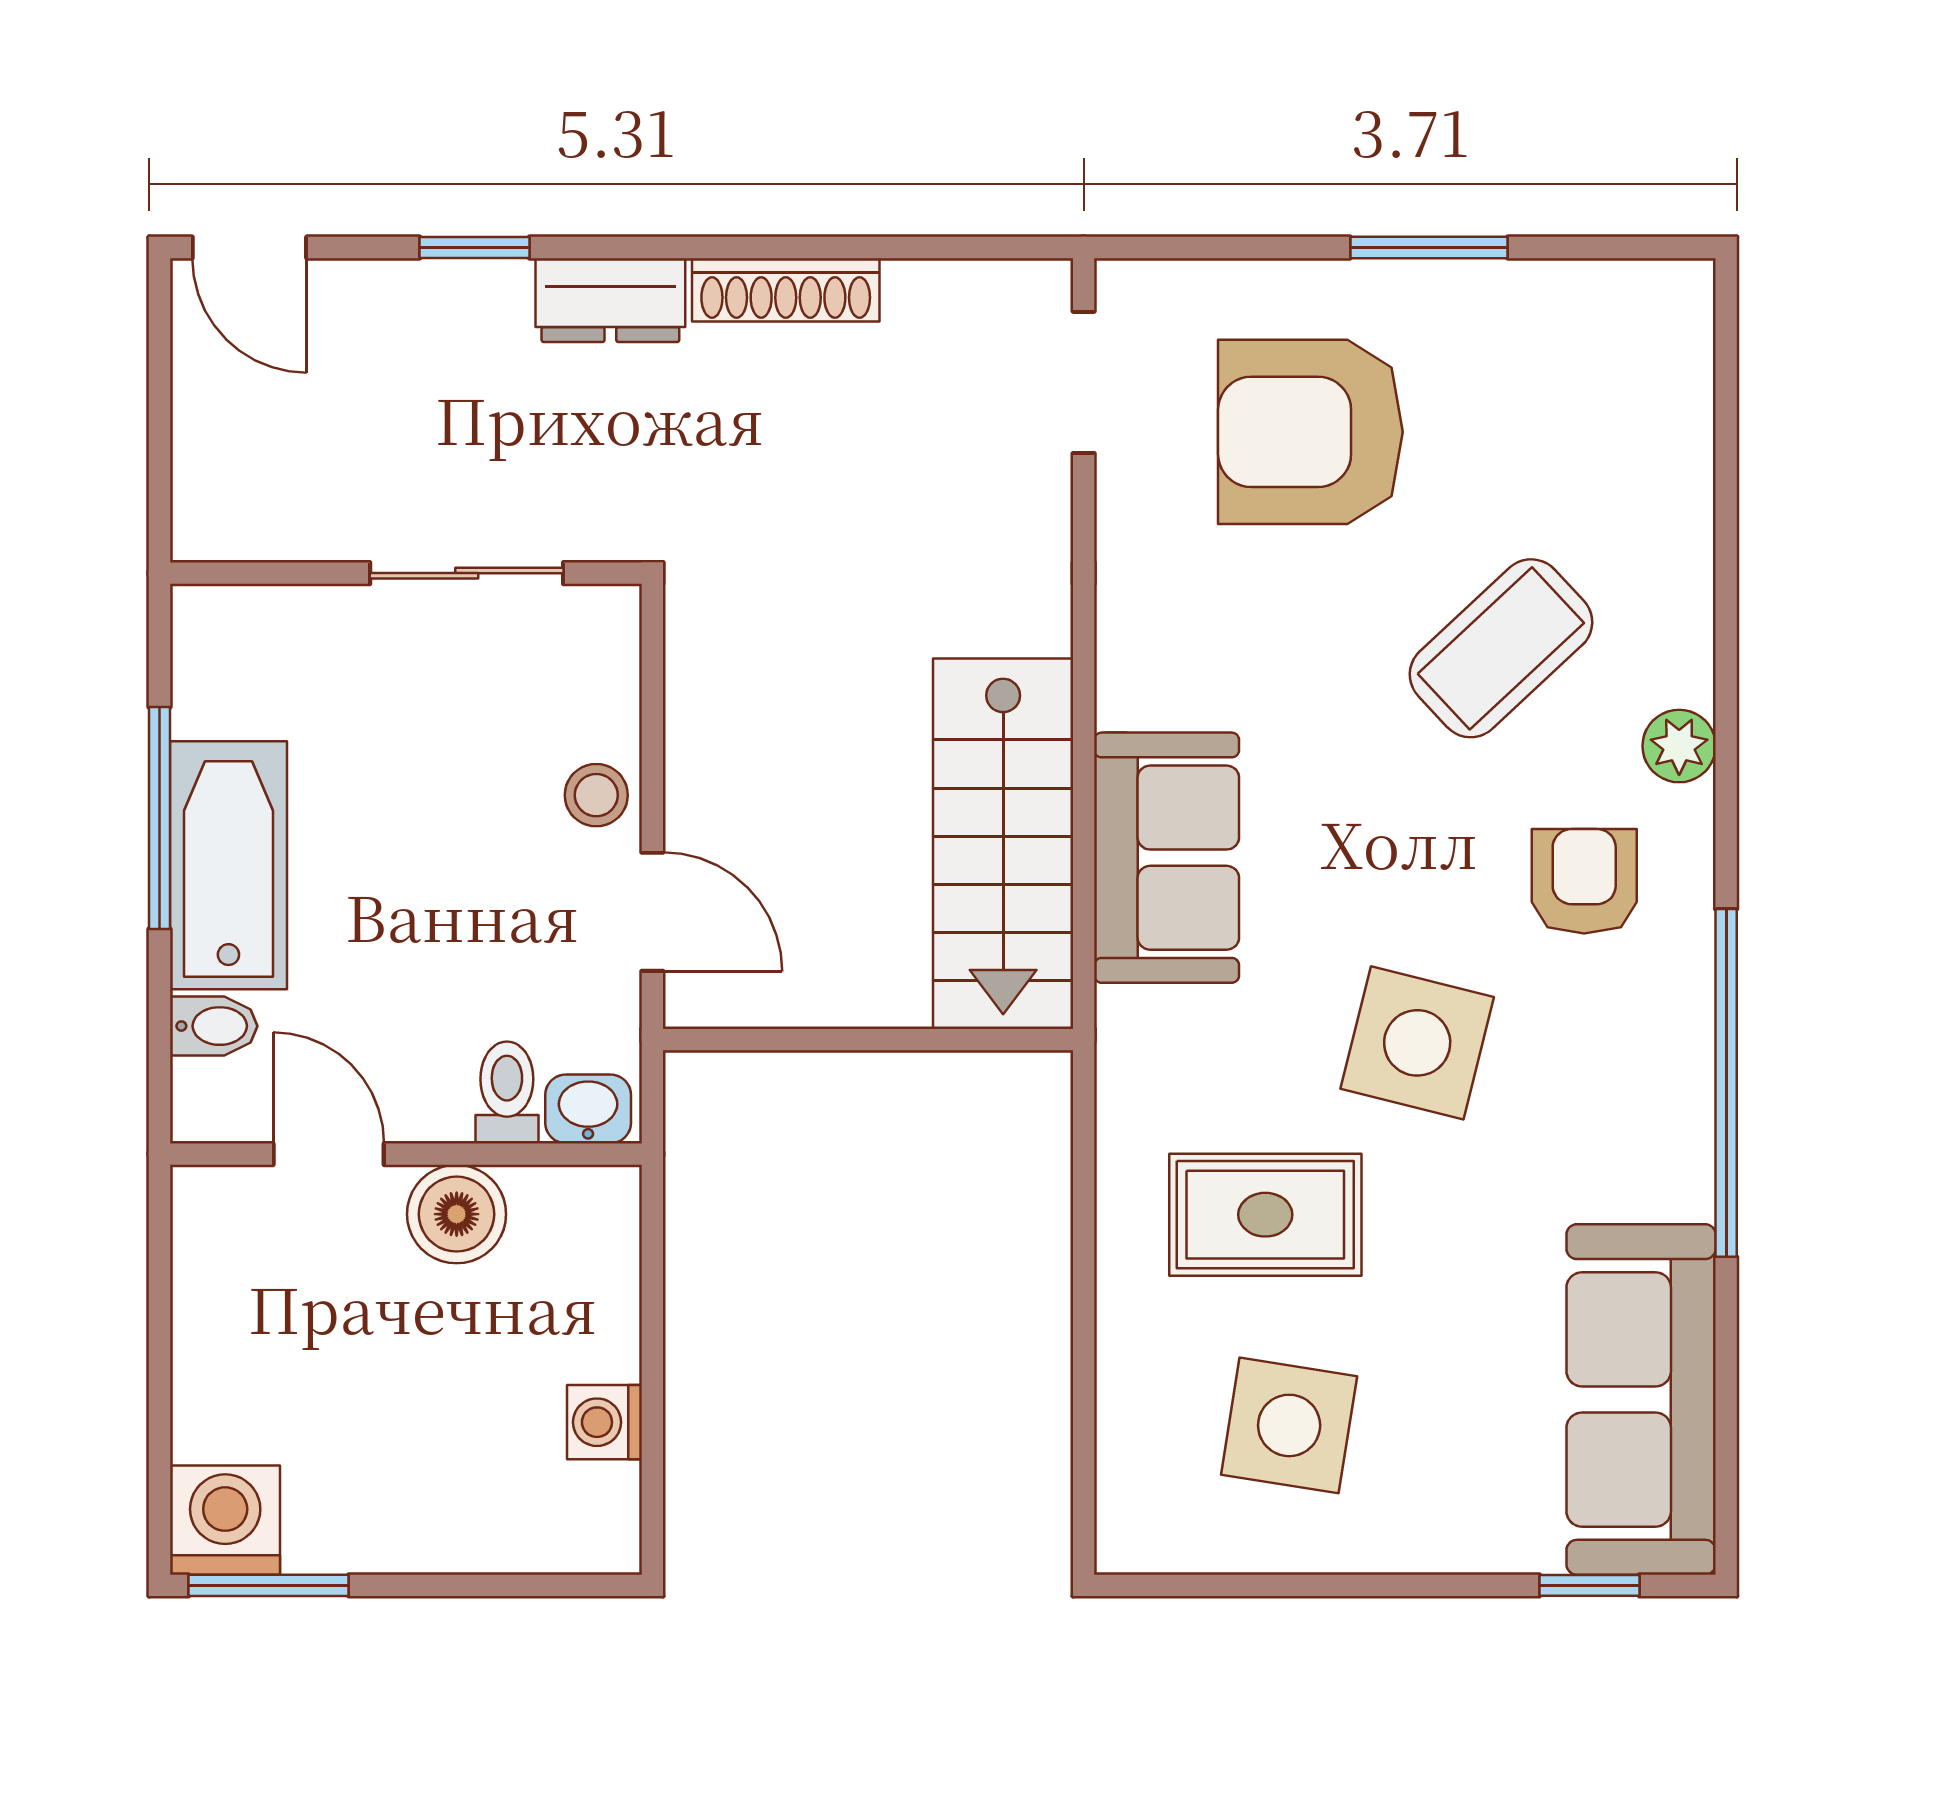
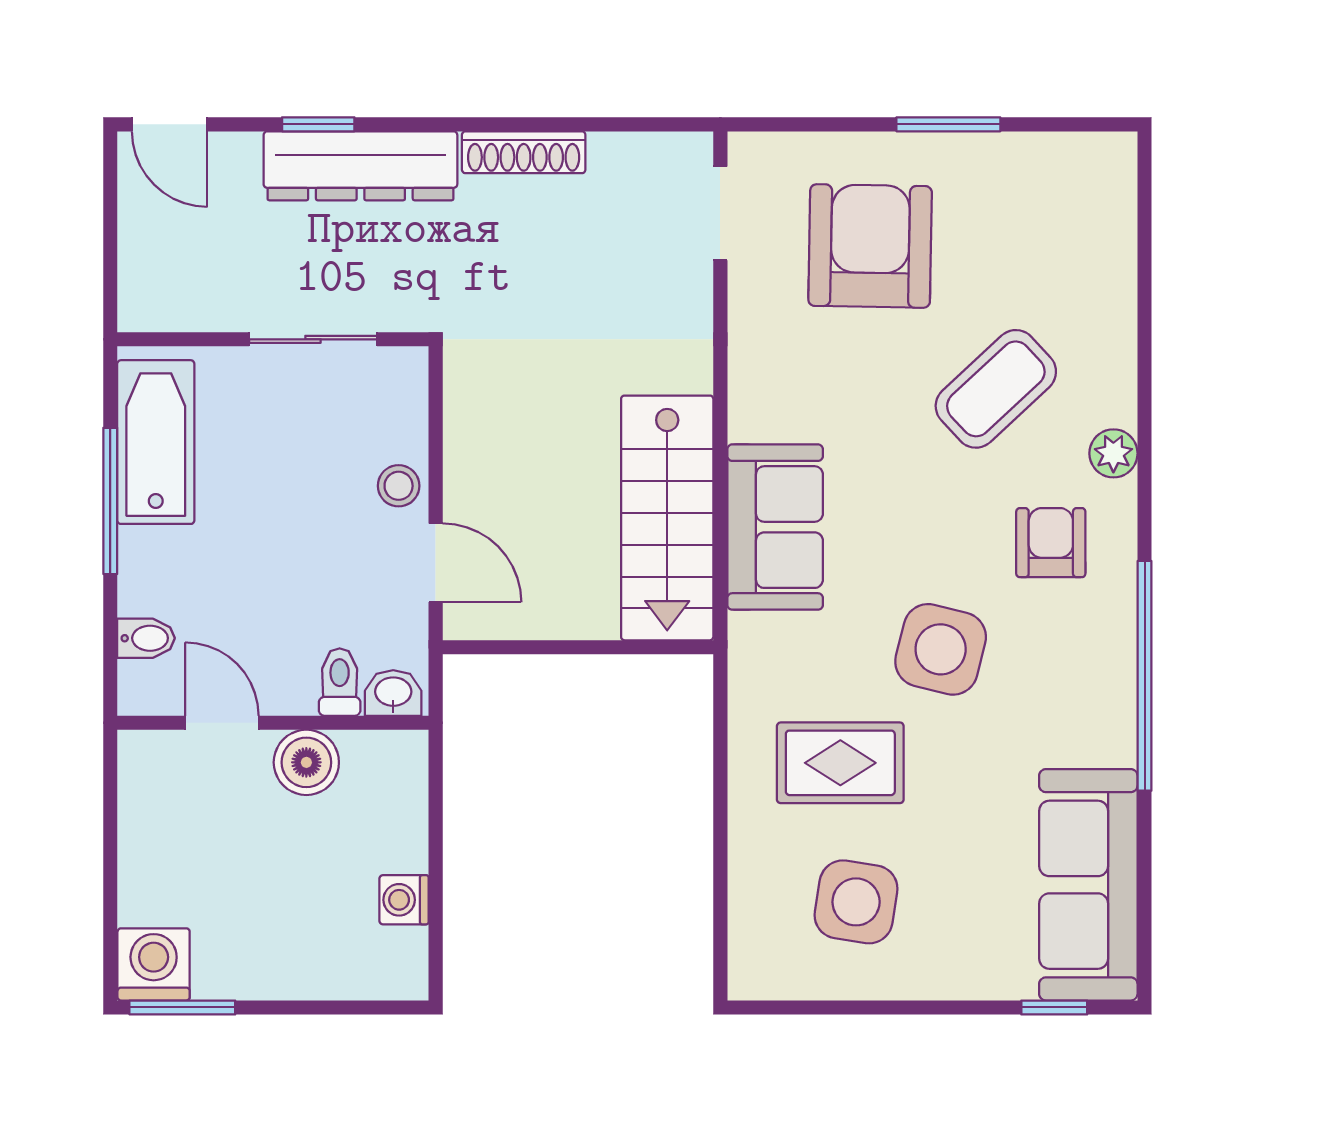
dresser: (610, 300) -> (360, 166), width x1.96, depth x1.24
armchair: (1310, 432) -> (870, 246), turned 91
bathtub: (228, 865) -> (156, 442), moved

